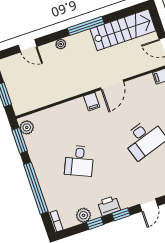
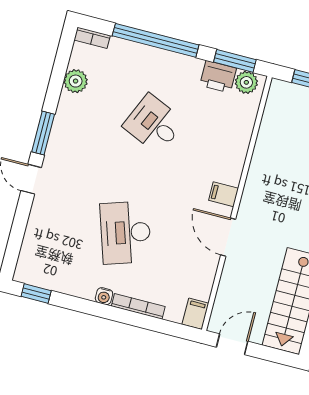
printer: (109, 206) -> (218, 77), moved, turned 90
window: (121, 214) -> (43, 133), width x1.50
window: (95, 223) -> (54, 90), removed

